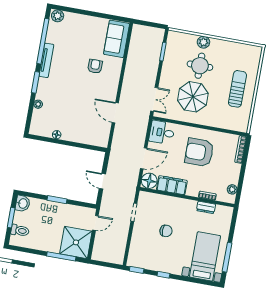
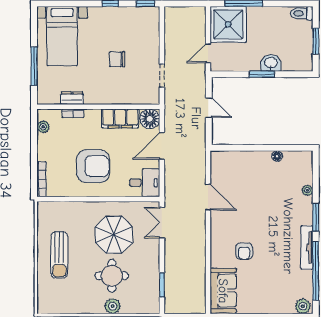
washbasin: (23, 203) -> (271, 63), moved, turned 90
toilet: (20, 230) -> (302, 13), moved
window: (227, 257) -> (34, 66), moved

